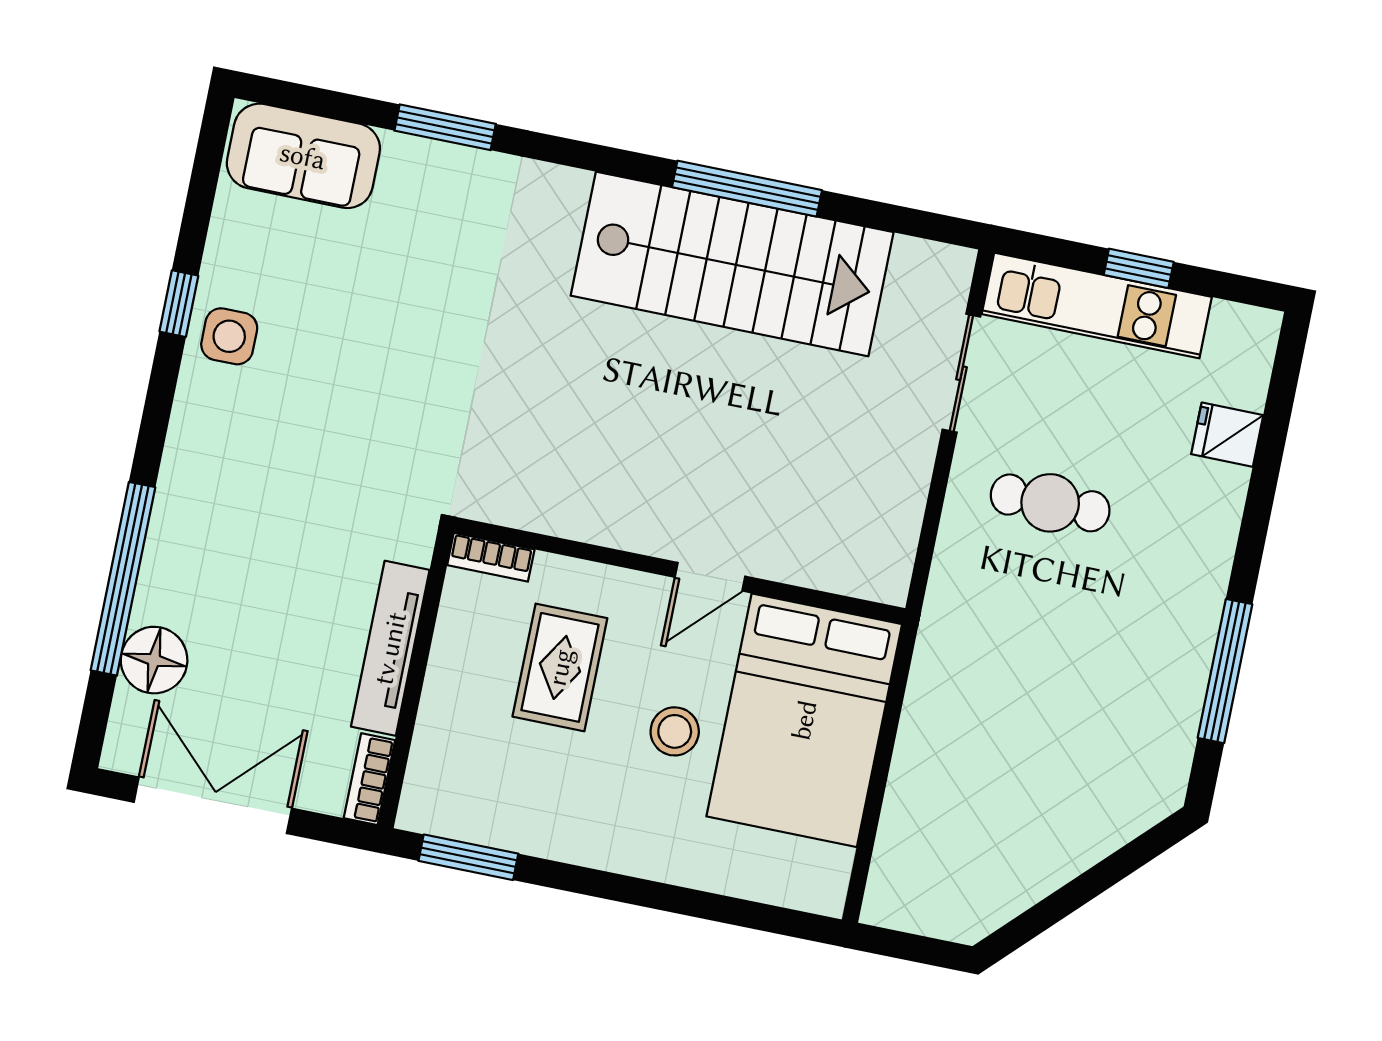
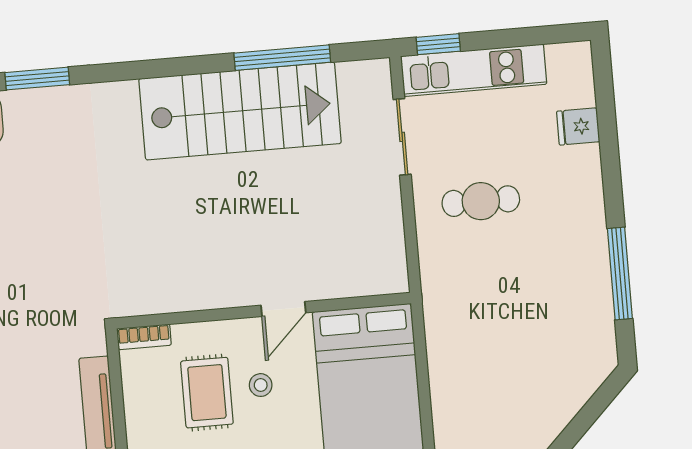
window: (747, 189) -> (282, 58), moved
window: (1139, 268) -> (438, 44), moved
stool: (675, 731) -> (261, 385), moved, width x0.73, depth x0.73

